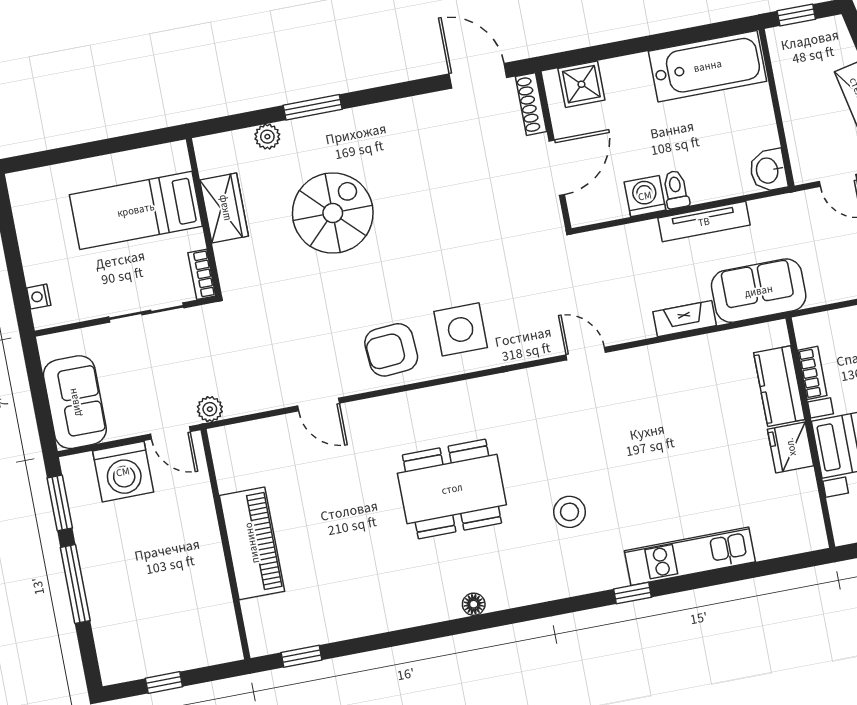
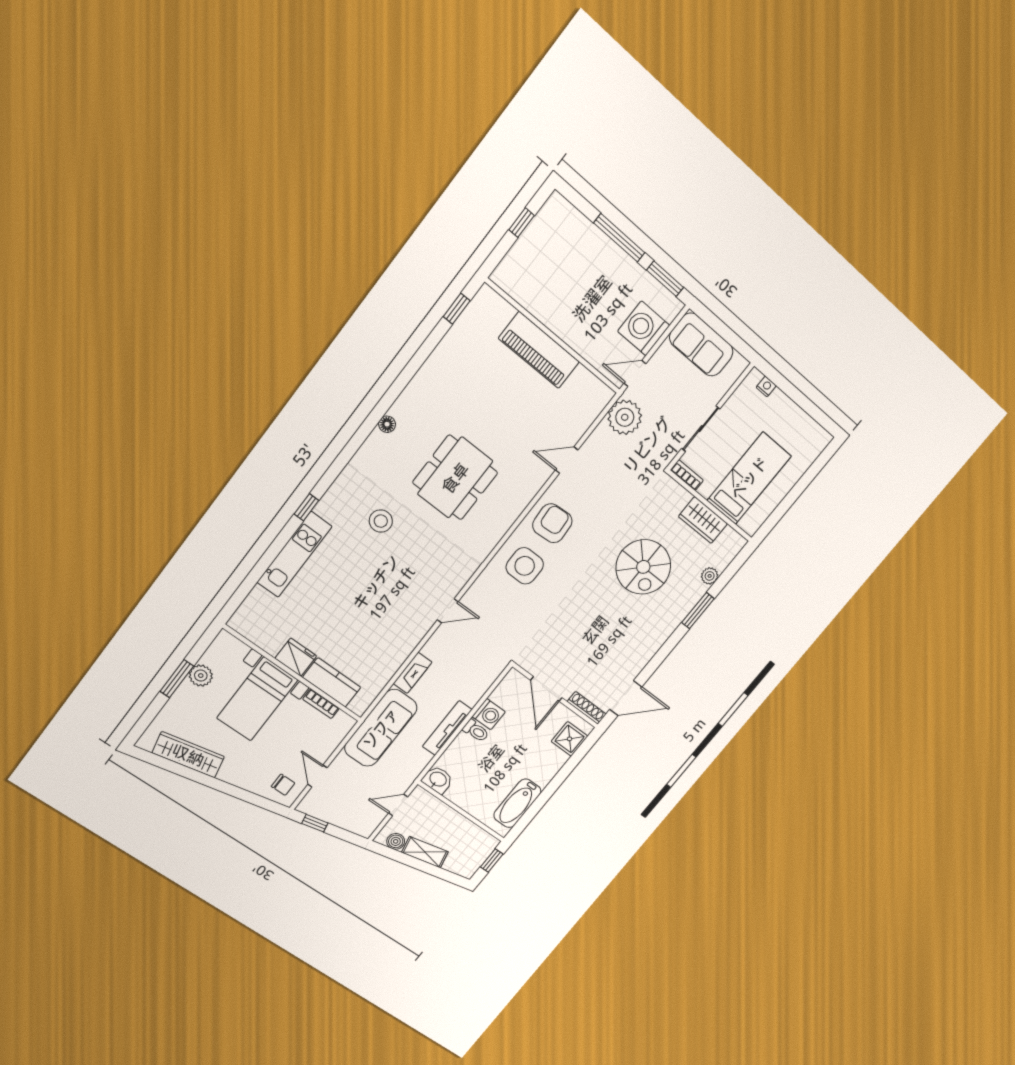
bathtub: (708, 66) -> (517, 803), width x0.73, depth x0.73
sofa: (759, 291) -> (381, 728), width x1.36
plant: (210, 409) -> (625, 417), width x1.87, depth x1.87

